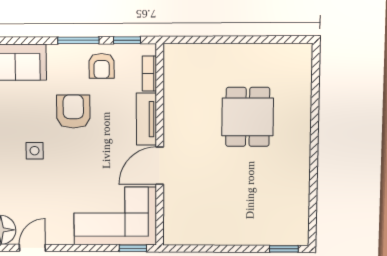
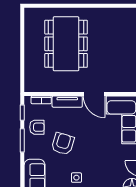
armchair: (73, 111) -> (63, 144), turned 107
dining table: (248, 117) -> (66, 44), width x1.88, depth x1.24
side table: (35, 151) -> (76, 178), moved

